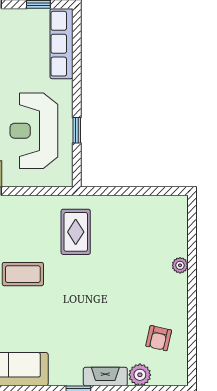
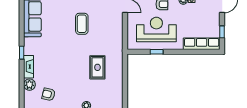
rug: (76, 232) -> (97, 67), moved, turned 90

